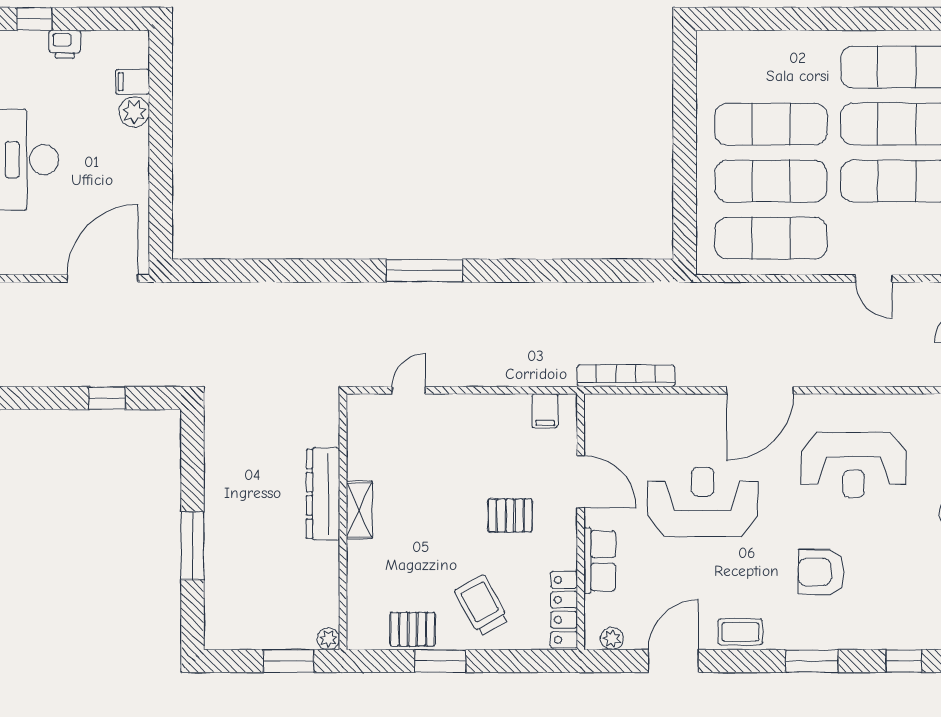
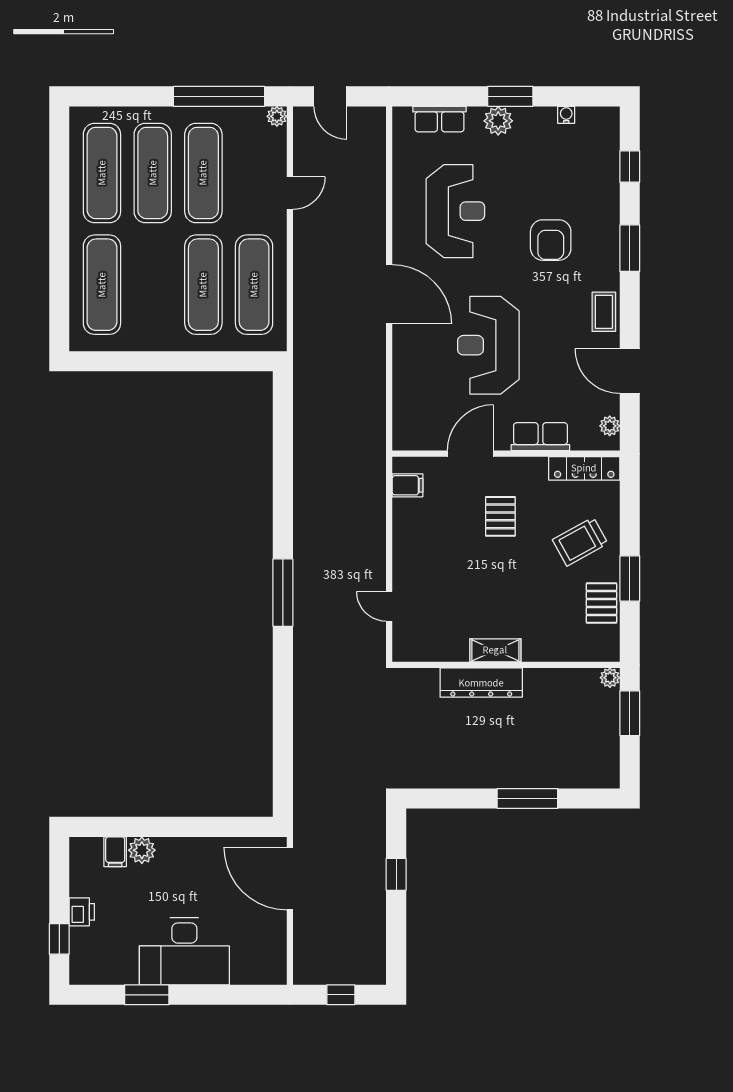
exercise mat: (771, 124) -> (102, 285), moved
bookcase: (626, 376) -> (376, 413), removed

